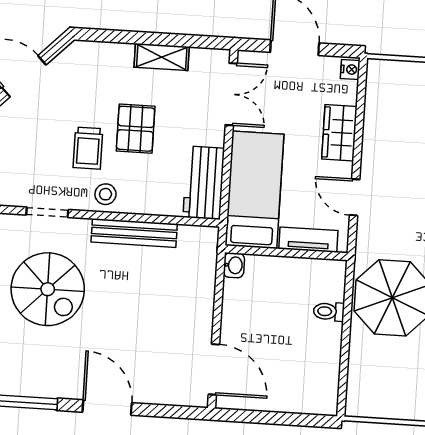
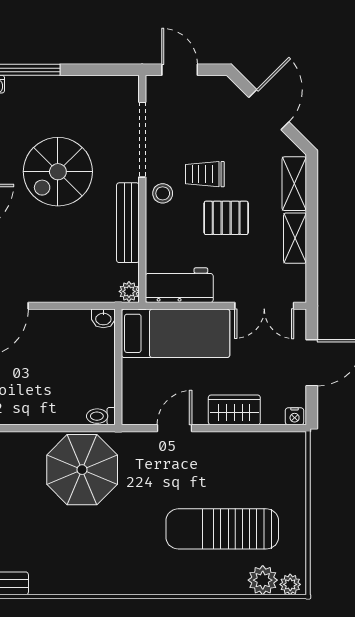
shelving: (104, 54) -> (294, 184), added
doorway: (47, 212) -> (142, 140), width x1.87
plant: (207, 236) -> (129, 291), added
tv unit: (308, 240) -> (132, 387), removed
spiral stairs: (48, 289) -> (58, 172), moved
toilet: (329, 312) -> (101, 416), moved, turned -90

